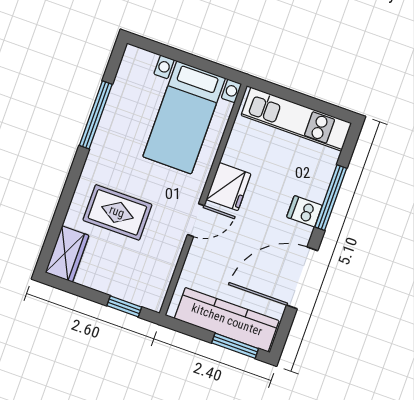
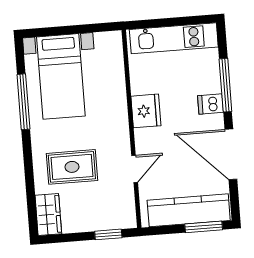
bed with nightstands: (184, 117) -> (61, 76), moved
door: (196, 220) -> (135, 169), moved
door: (302, 278) -> (231, 154), hinge flipped

